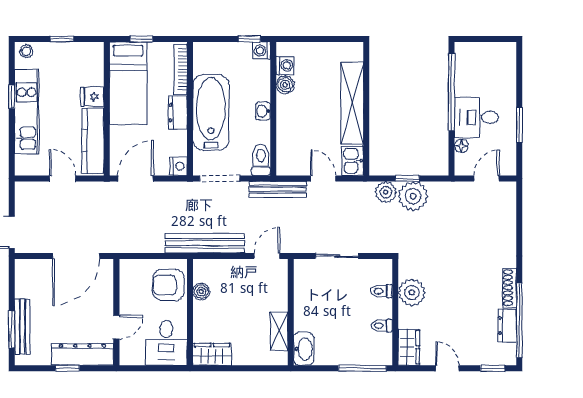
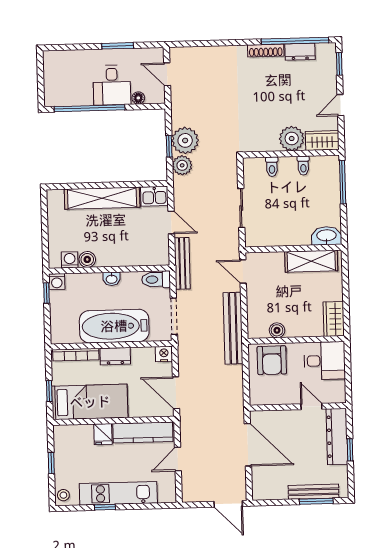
door: (323, 178) -> (171, 222), swing flipped
plant: (412, 293) -> (292, 138), moved
shelving: (279, 331) -> (311, 261), width x1.50, depth x1.33

